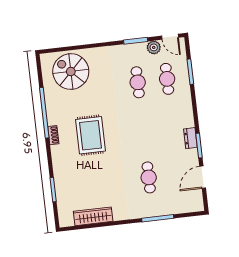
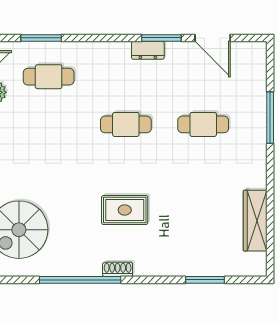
cafe table: (138, 82) -> (126, 124), moved
rug: (90, 135) -> (125, 210), width x0.73, depth x0.70

